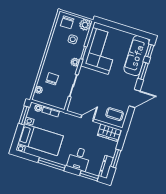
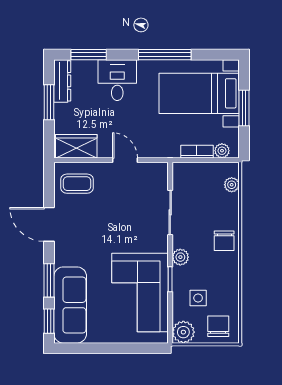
chair: (52, 79) -> (224, 241), moved
door: (135, 98) -> (49, 224), hinge flipped
window: (24, 115) -> (244, 108), moved
door: (87, 118) -> (125, 160), swing flipped

